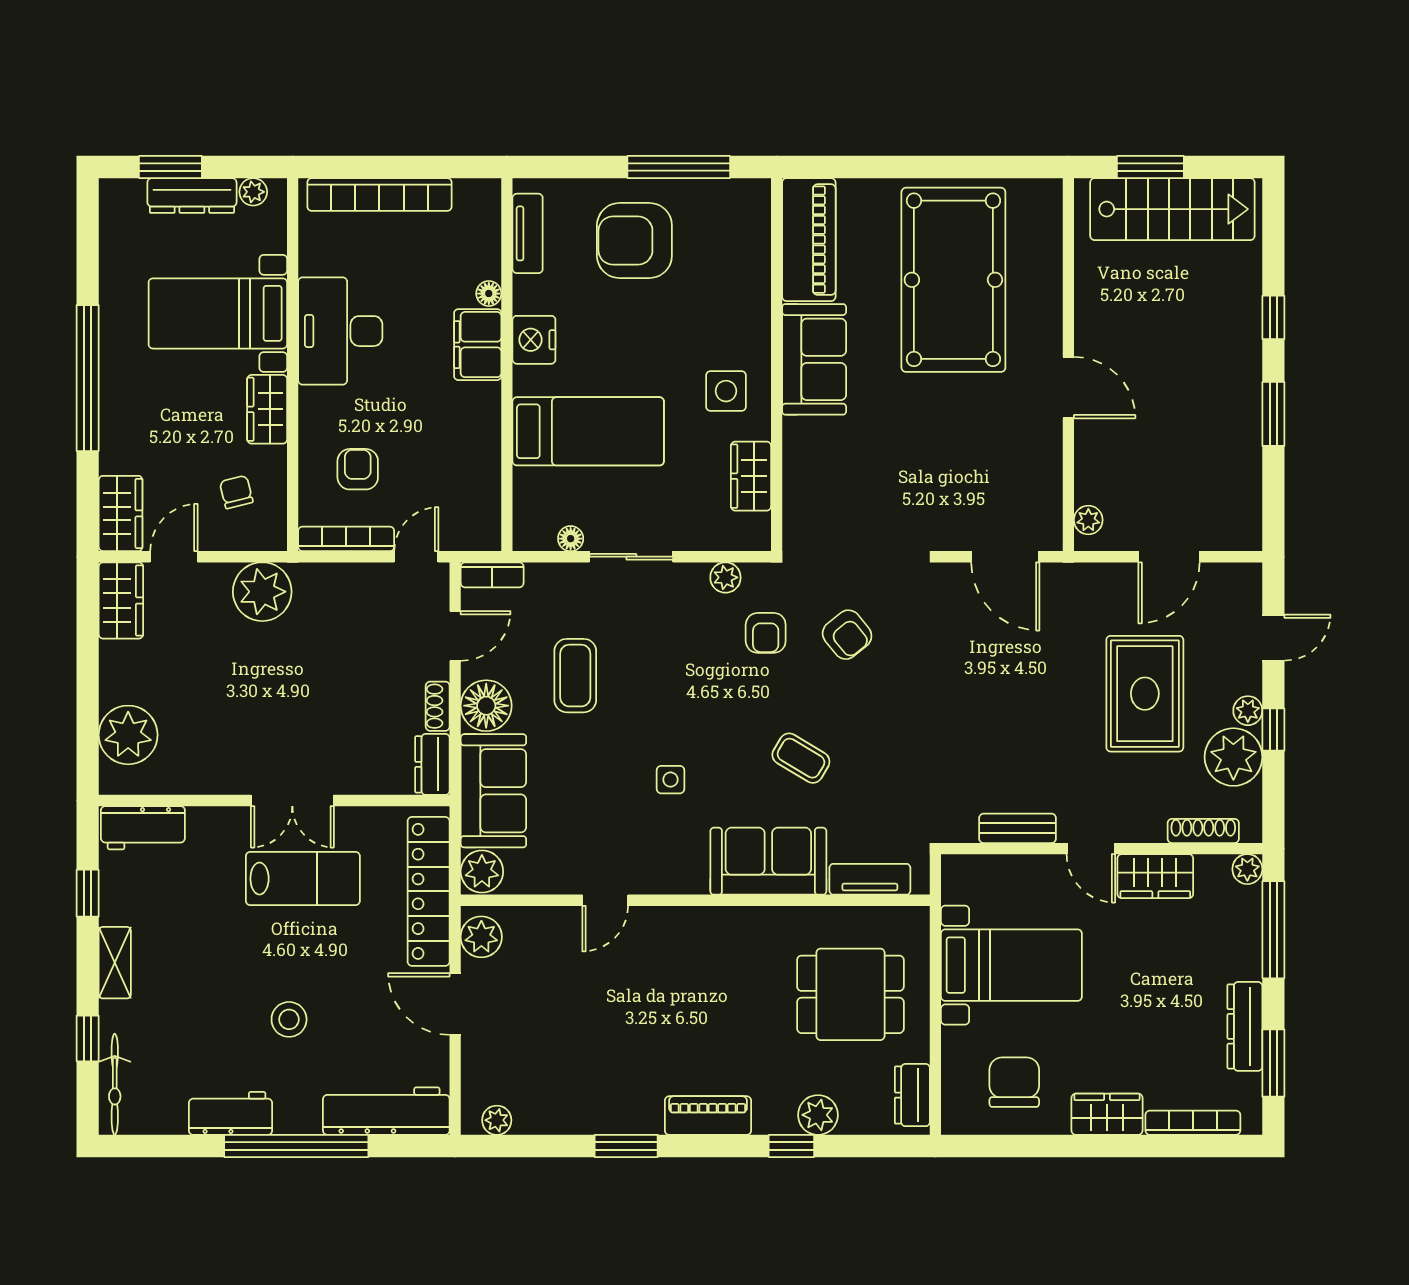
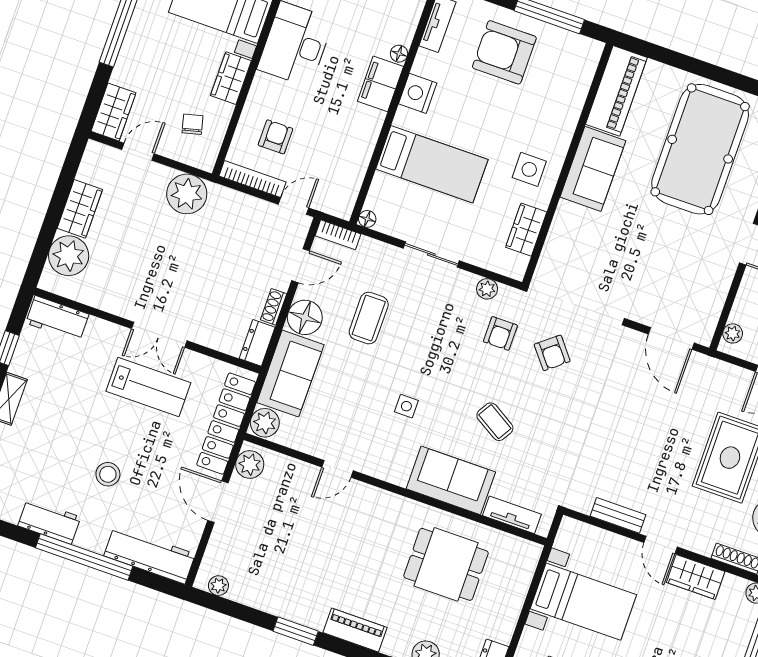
floor lamp: (571, 539) -> (367, 219), moved
wardrobe: (121, 600) -> (80, 209), moved
dining table: (850, 994) -> (446, 564), moved

